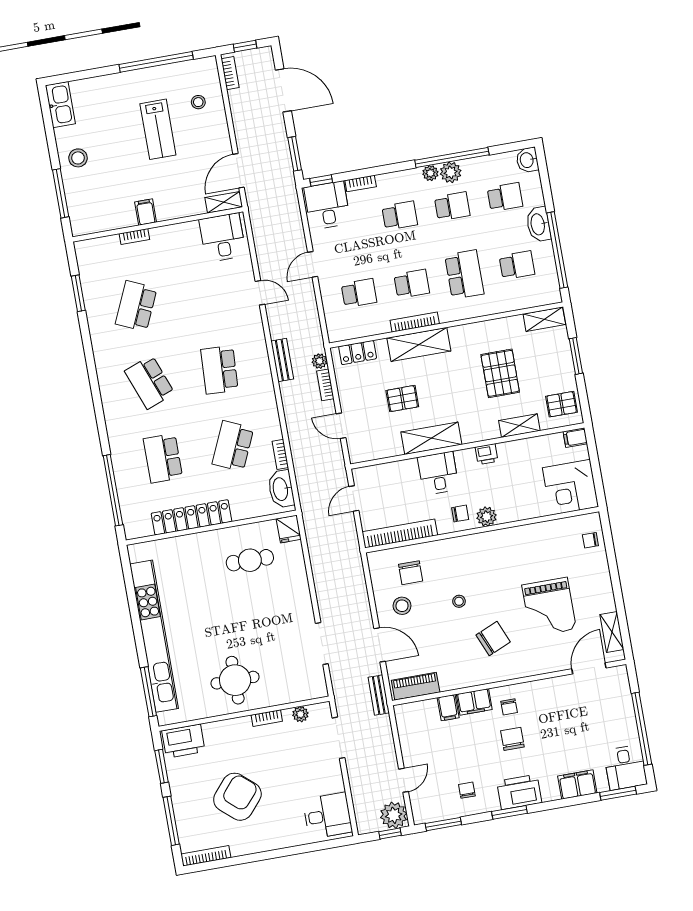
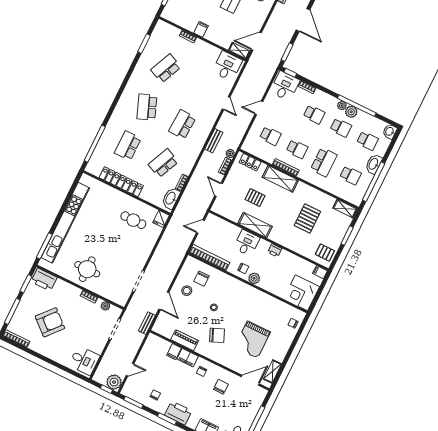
shelving: (519, 426) -> (299, 248), removed
piano: (416, 686) -> (185, 340), moved
chair: (512, 739) -> (221, 387), moved

